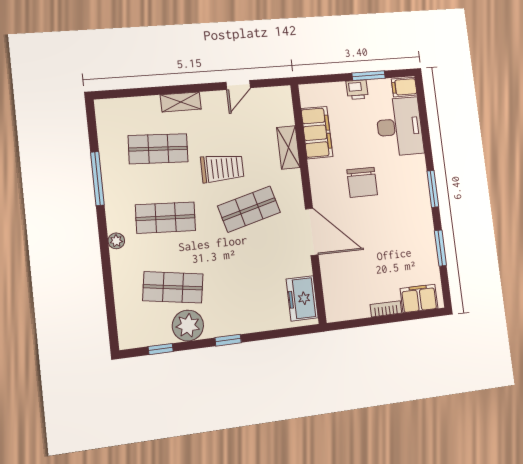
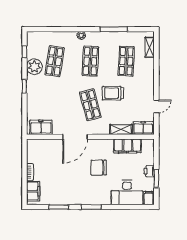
door: (238, 85) -> (156, 106), swing flipped
shelving: (181, 102) -> (150, 47), moved
freezer: (281, 106) -> (143, 128), added
trolley: (222, 168) -> (113, 93), turned 90

